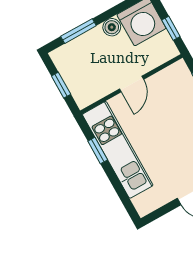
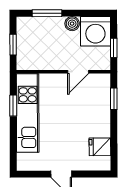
door: (132, 84) -> (78, 72), moved

